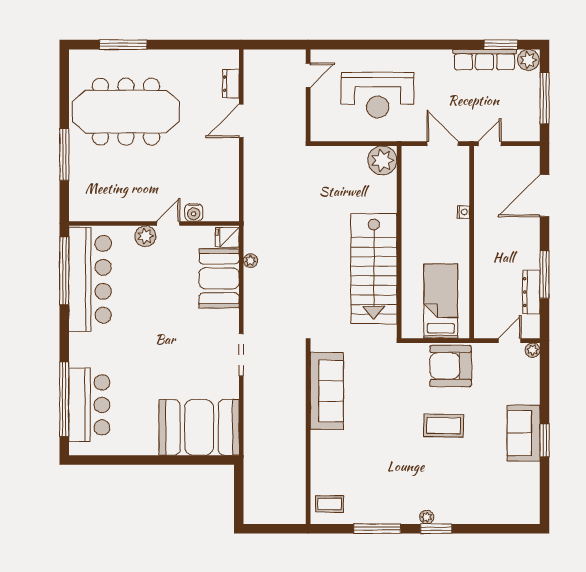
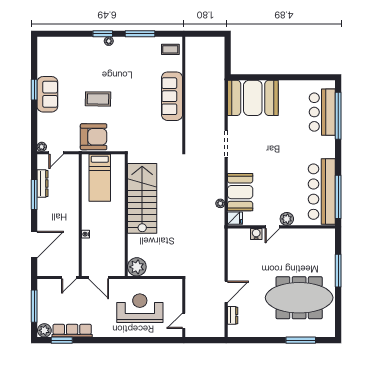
sofa: (327, 391) -> (172, 96), moved

